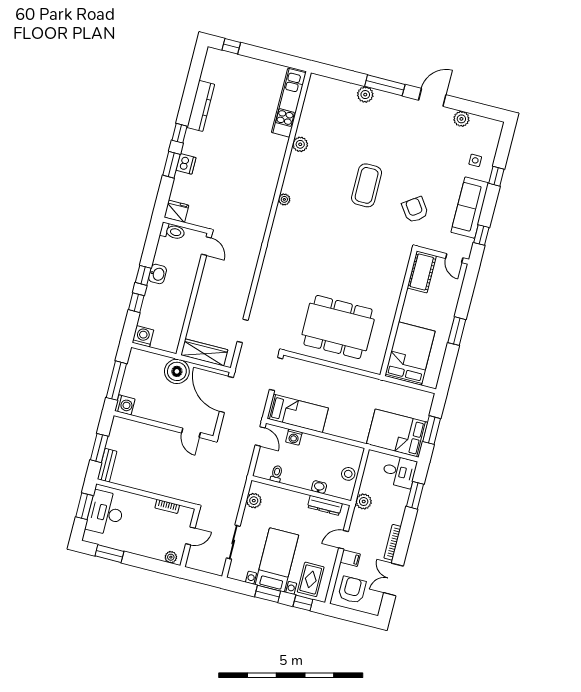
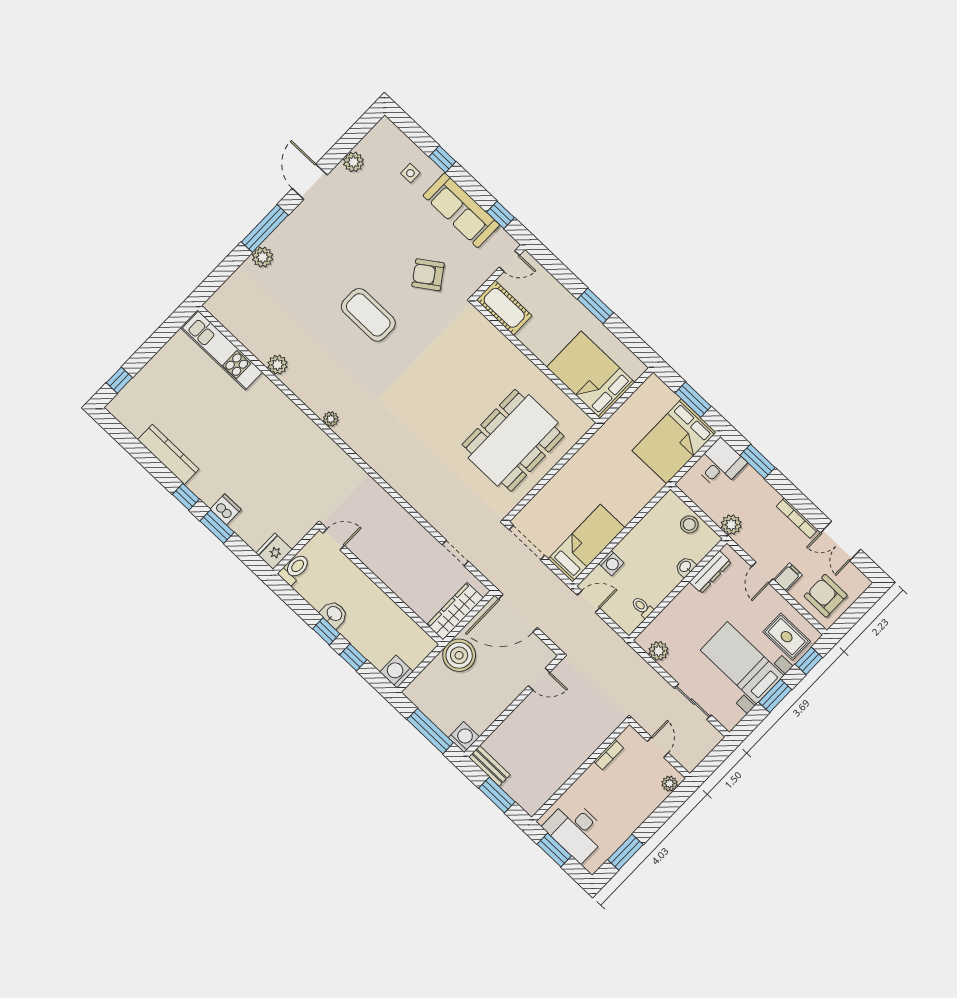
bench: (107, 465) -> (489, 766), moved

